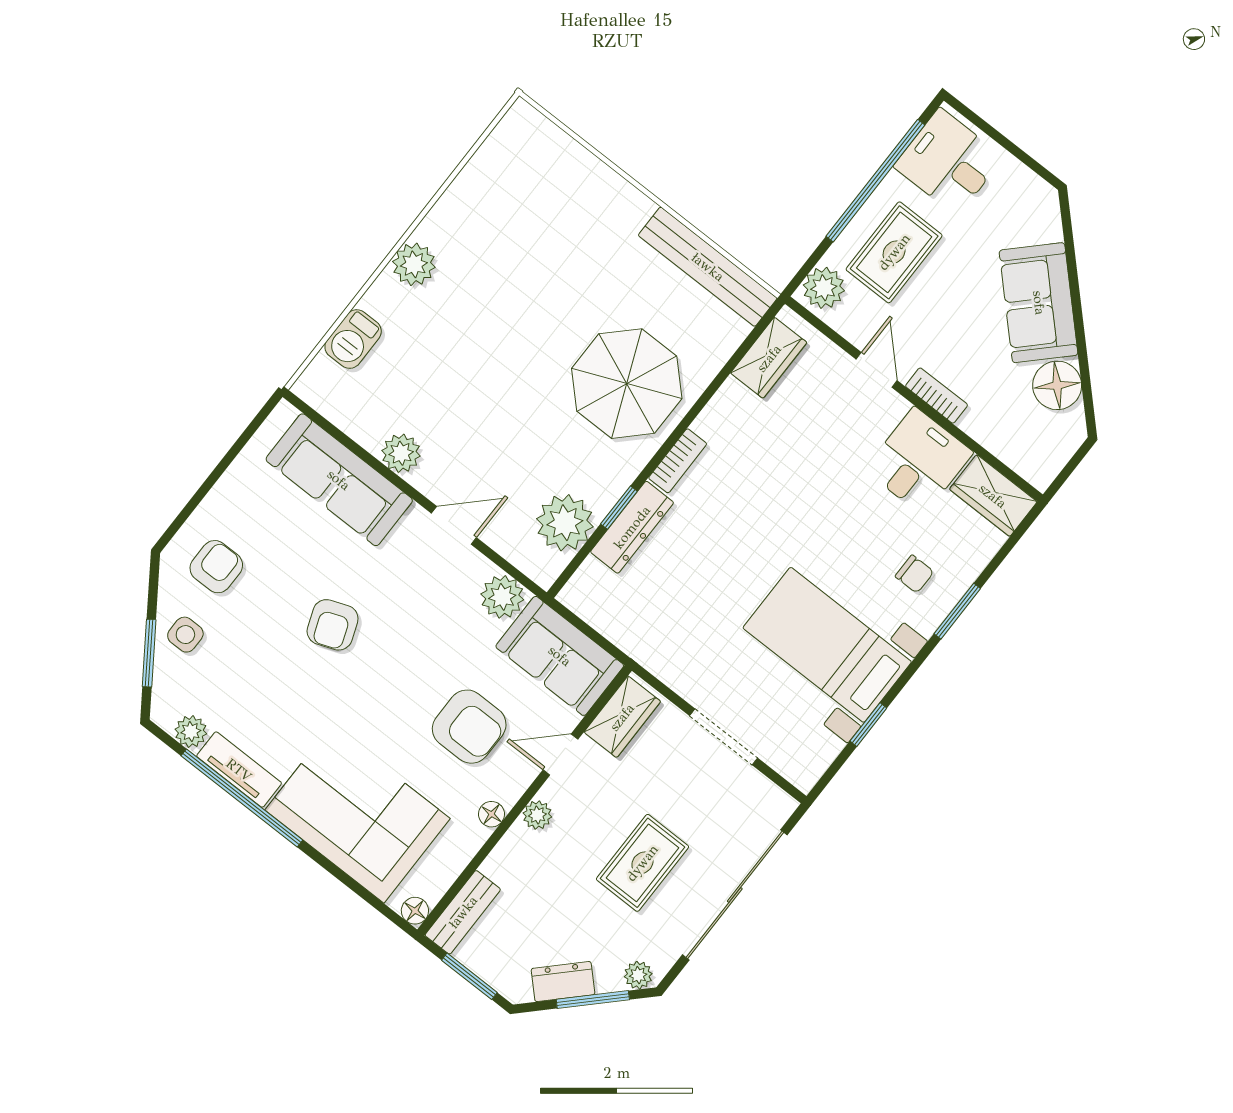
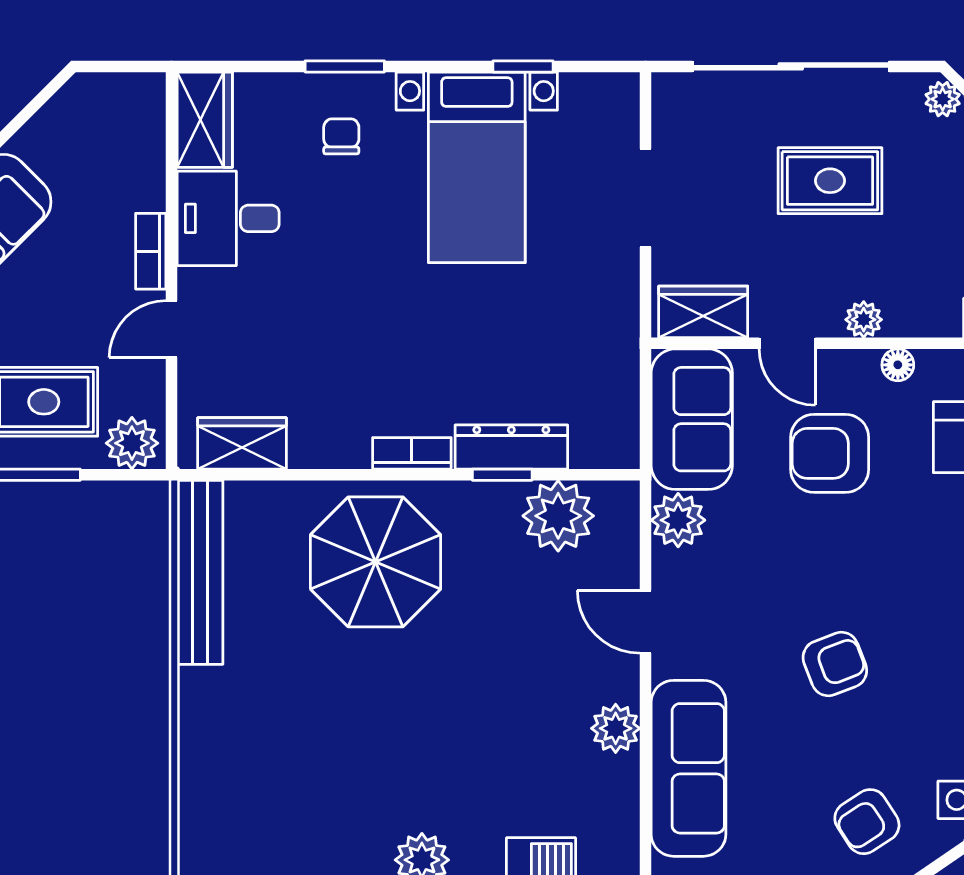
floor lamp: (1057, 385) -> (49, 142), removed
armchair: (216, 567) -> (867, 822), turned -33
armchair: (469, 727) -> (830, 453), turned -90

